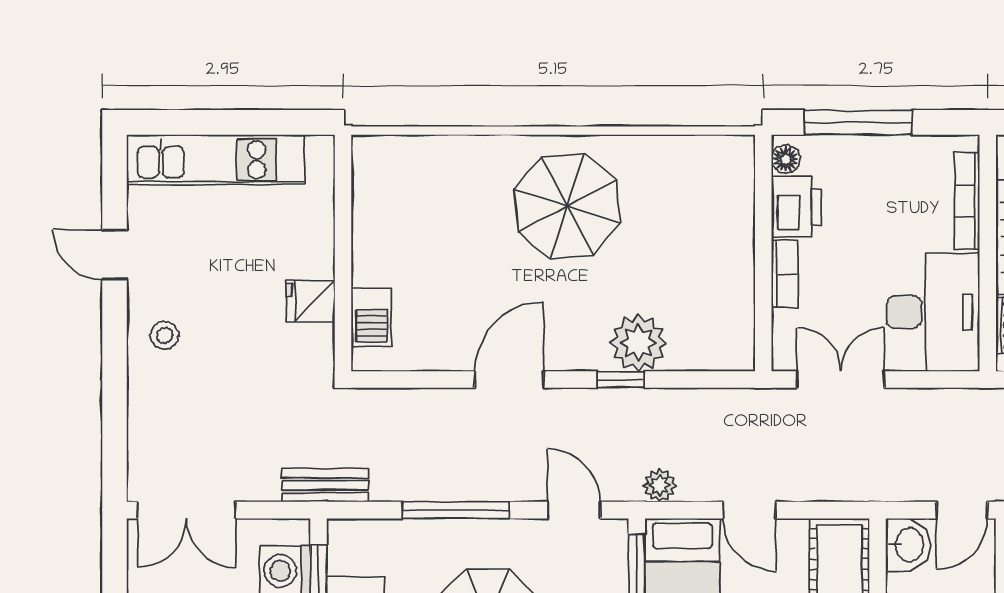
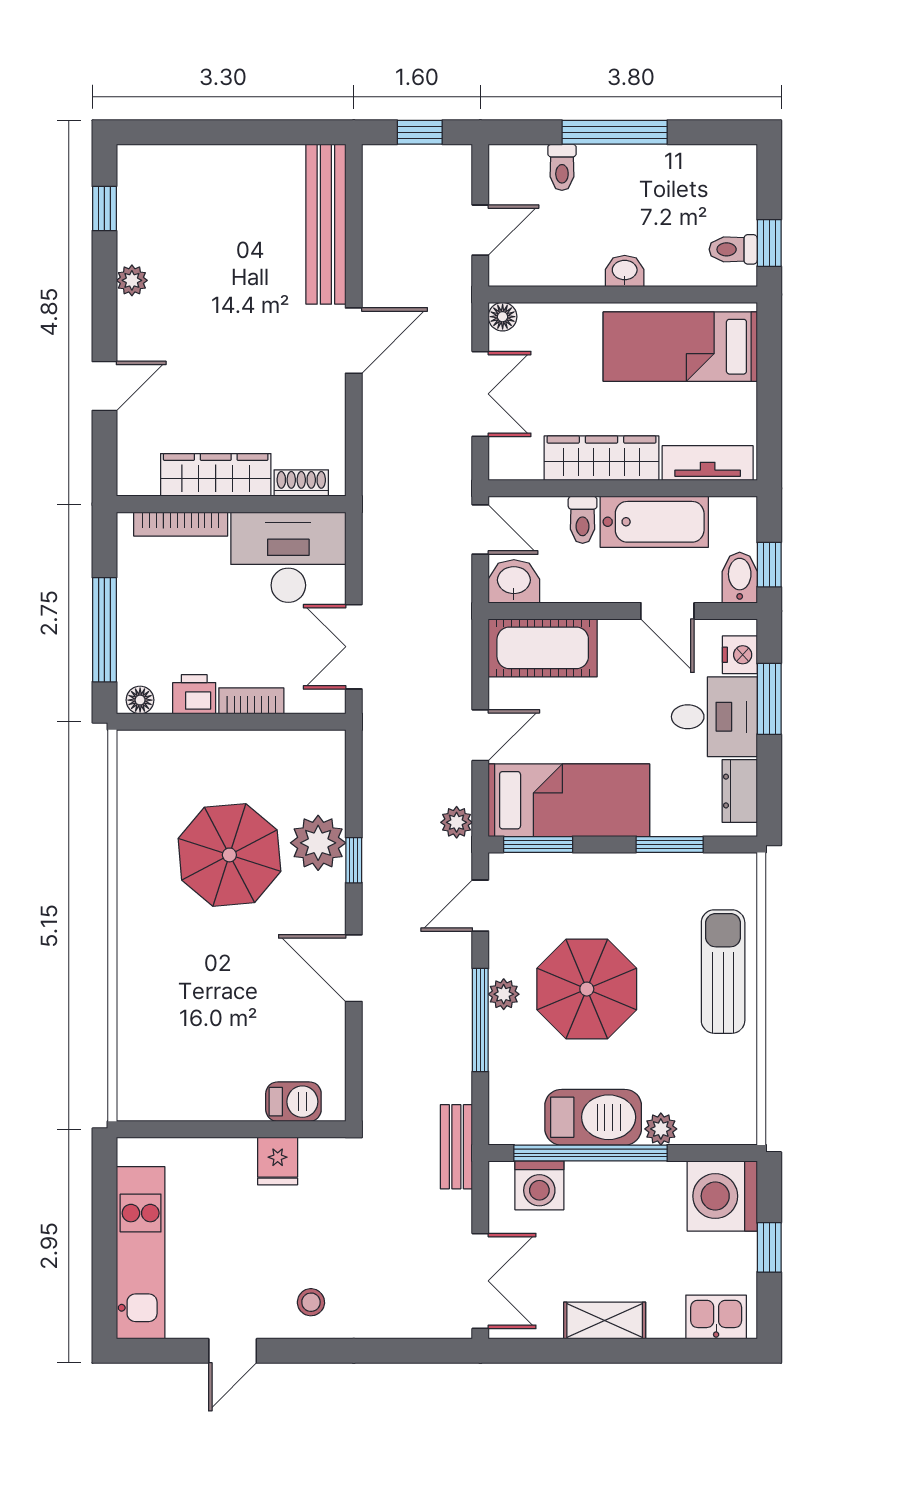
parasol: (567, 206) -> (229, 855), moved
printer: (796, 207) -> (194, 694), width x0.73, depth x0.81
plant: (482, 534) -> (504, 994), added

